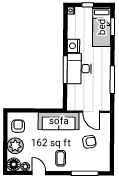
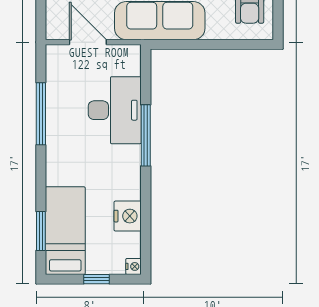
nightstand: (73, 46) -> (128, 216), moved
desk: (79, 69) -> (115, 110), moved

